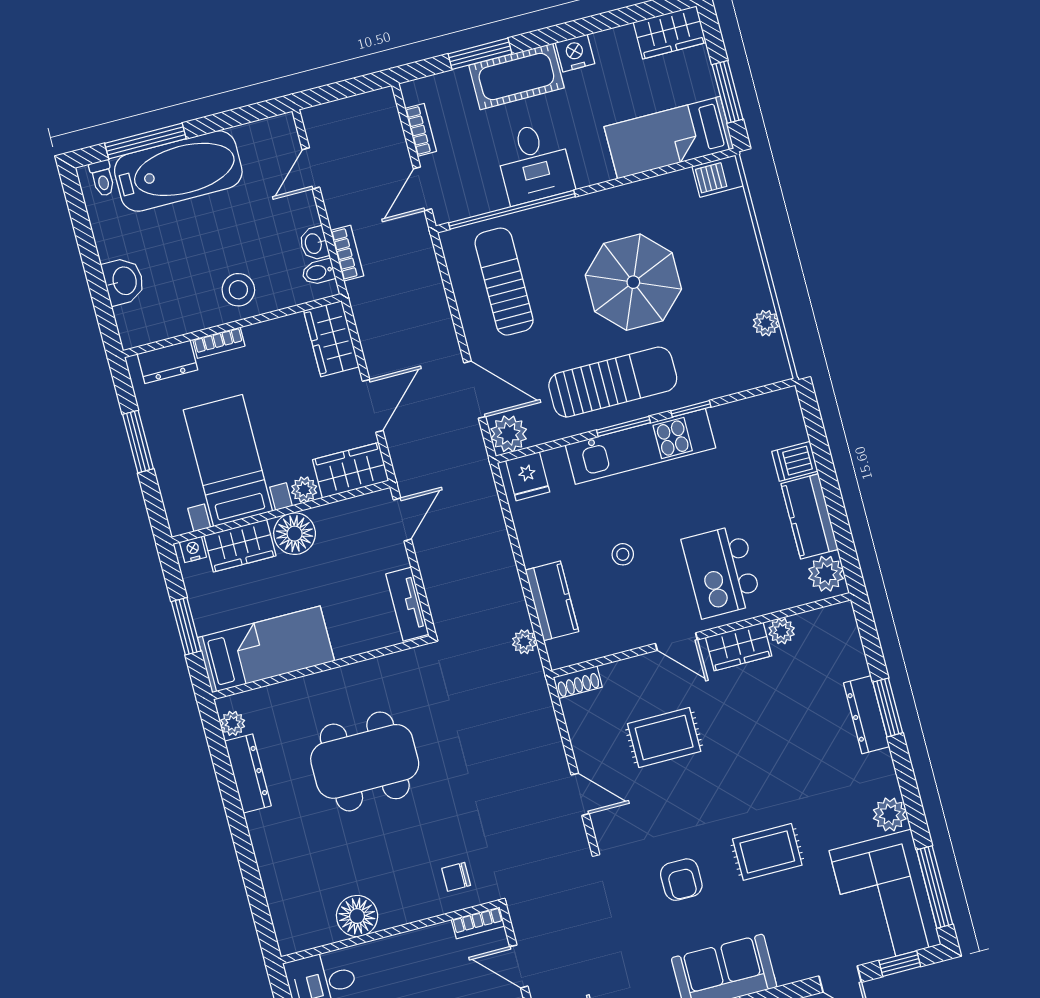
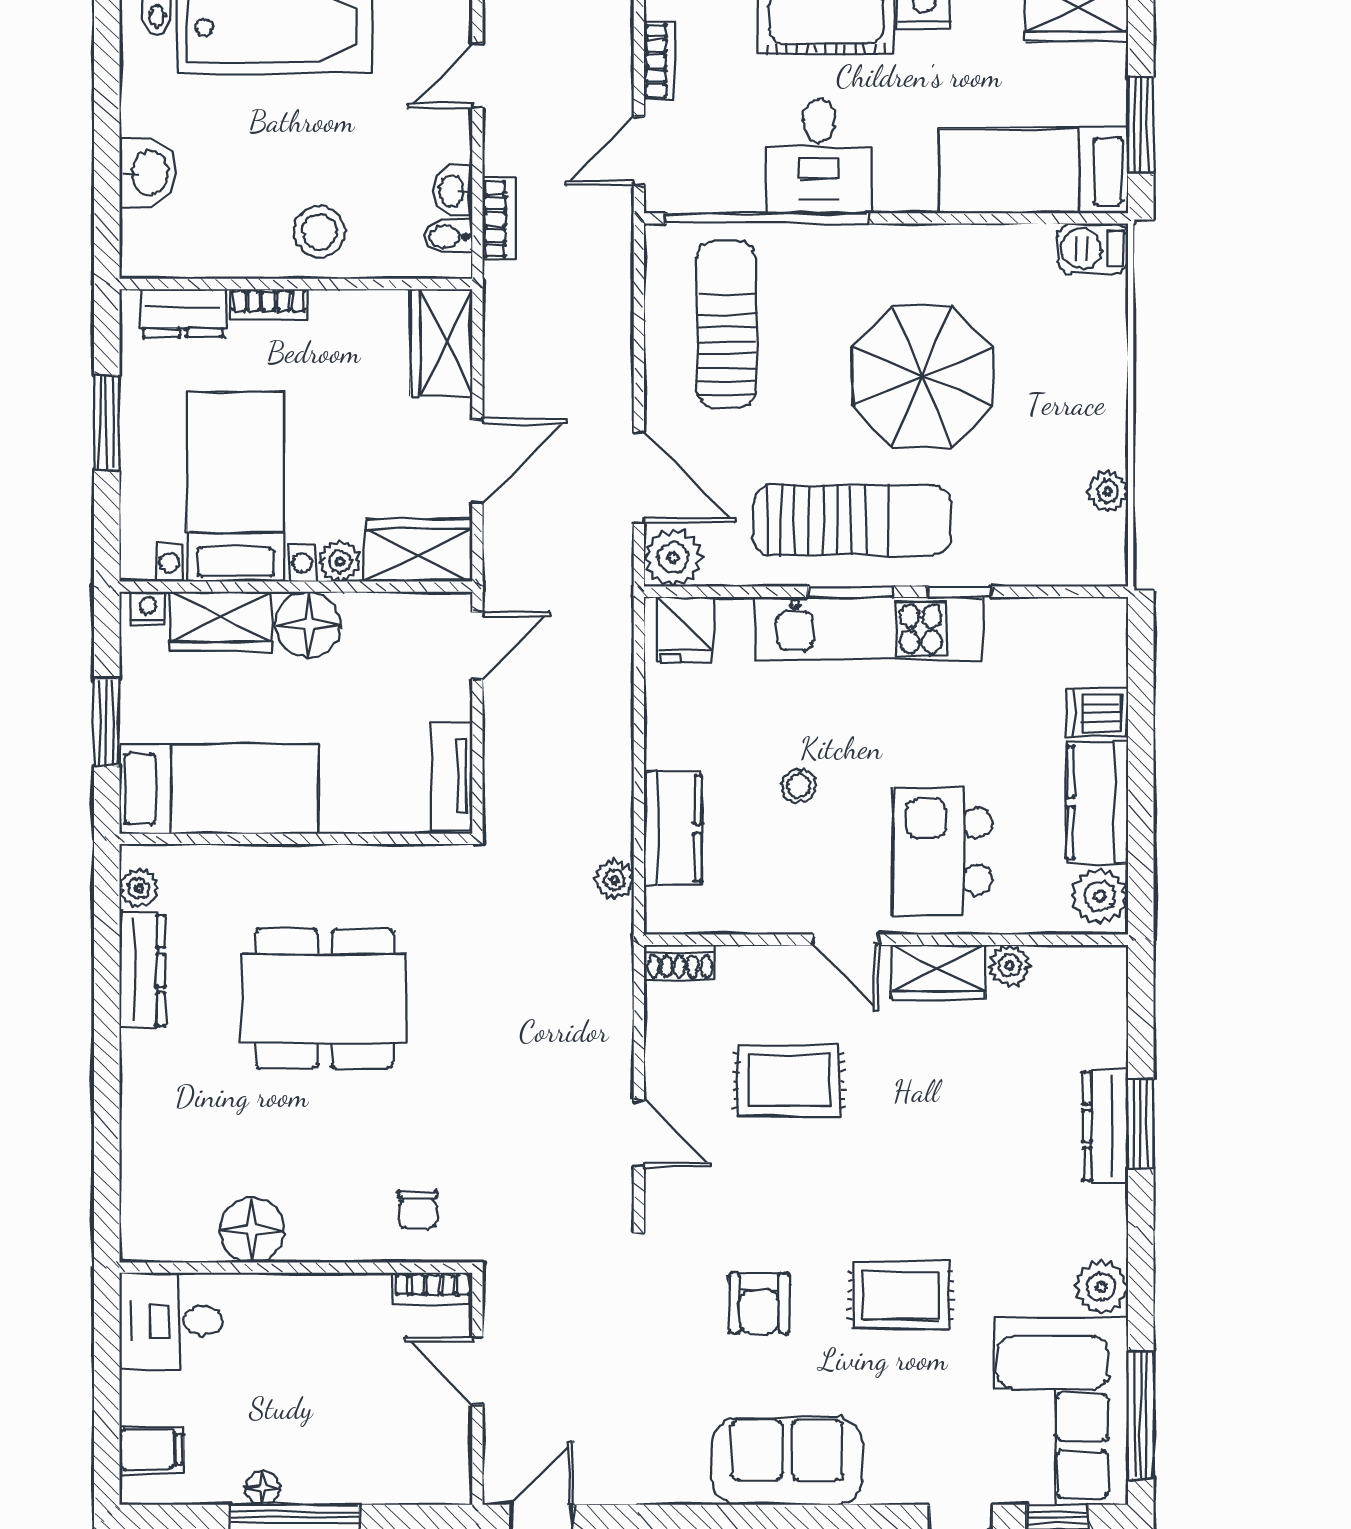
chair: (456, 877) -> (418, 1210), turned -90

